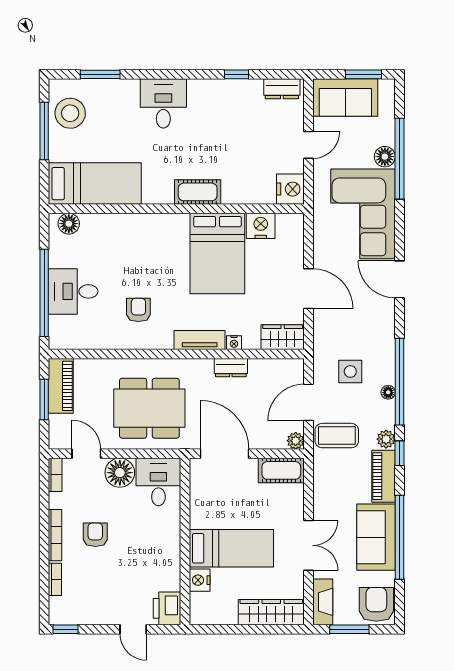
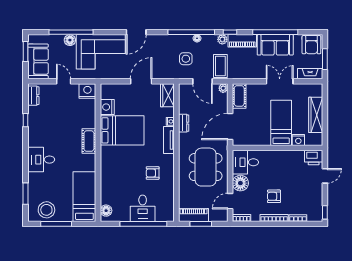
armchair: (376, 604) -> (311, 45), turned -90
wardrobe: (271, 612) -> (316, 115), moved

